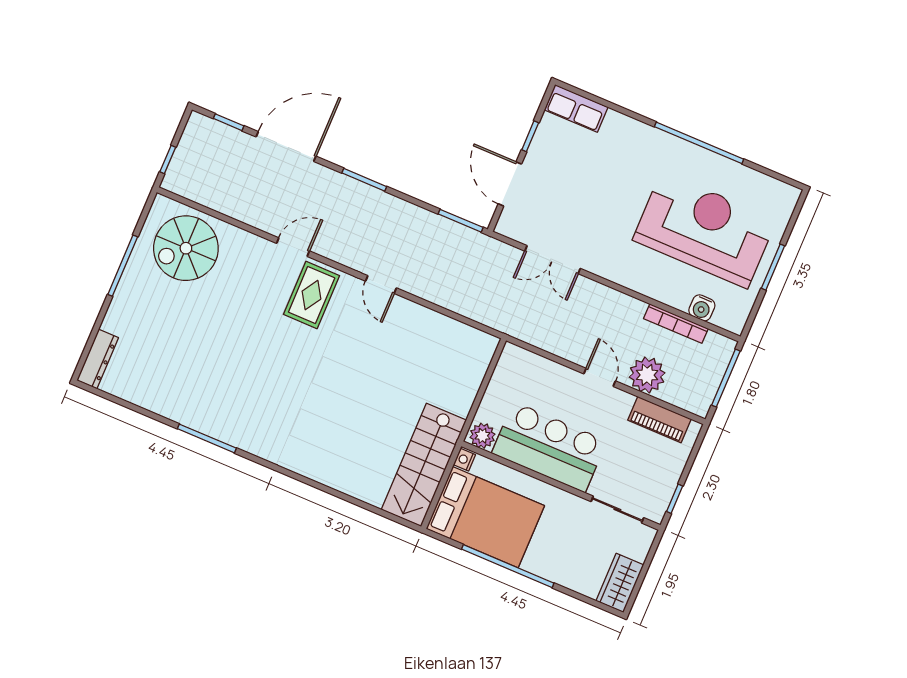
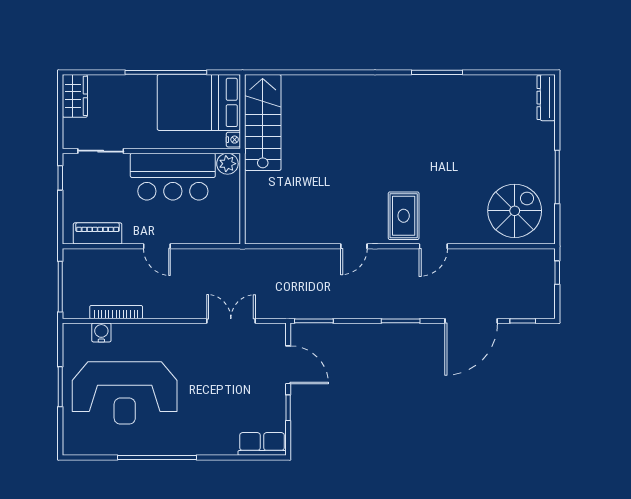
door: (381, 285) -> (354, 246), swing flipped
plant: (647, 375) -> (121, 263), removed

